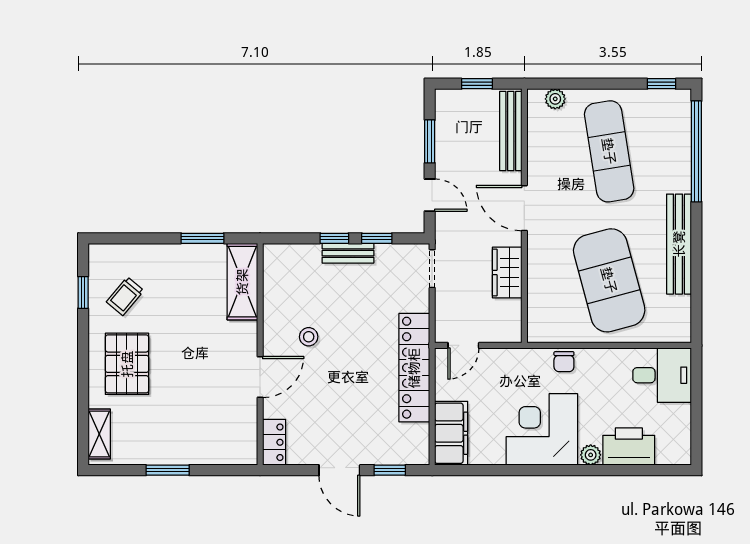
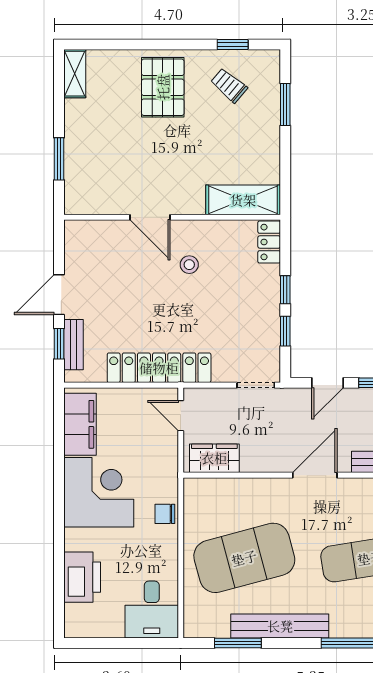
window: (202, 238) -> (285, 104), moved
bench: (348, 253) -> (74, 345), moved
wardrobe: (507, 273) -> (214, 458), moved
window: (696, 287) -> (238, 643), added
pallet: (127, 364) -> (163, 87), turned 90
filing cabinet: (451, 433) -> (80, 424), moved, turned -90
shelving: (99, 434) -> (75, 74), moved, turned 90
locker: (274, 442) -> (269, 242), moved, turned 90
plant: (591, 455) -> (74, 540), removed
window: (168, 470) -> (59, 159), moved

